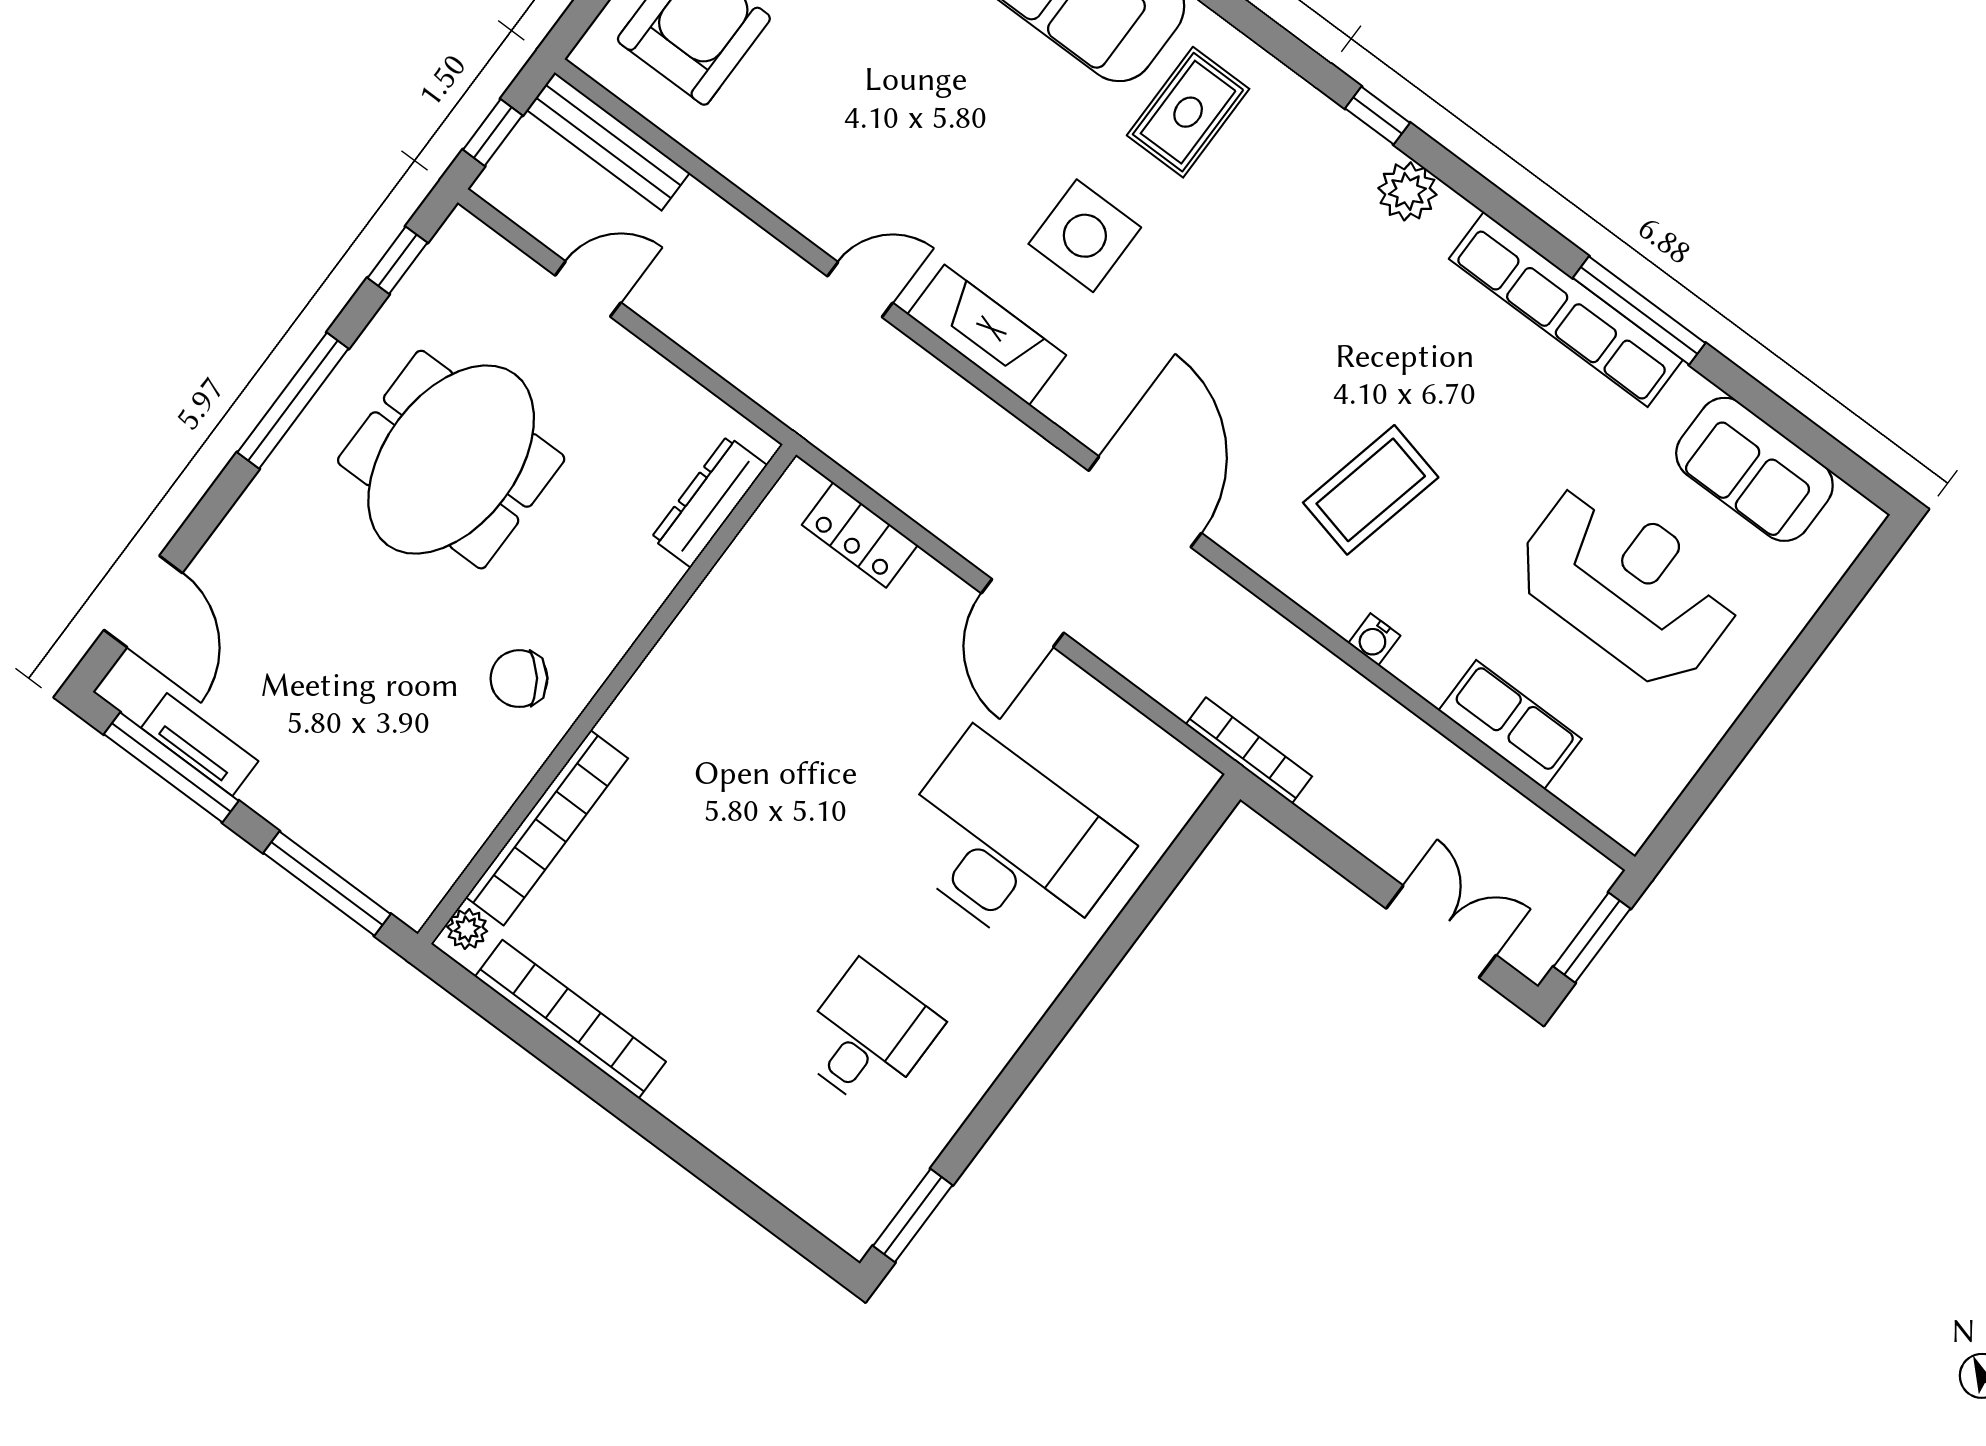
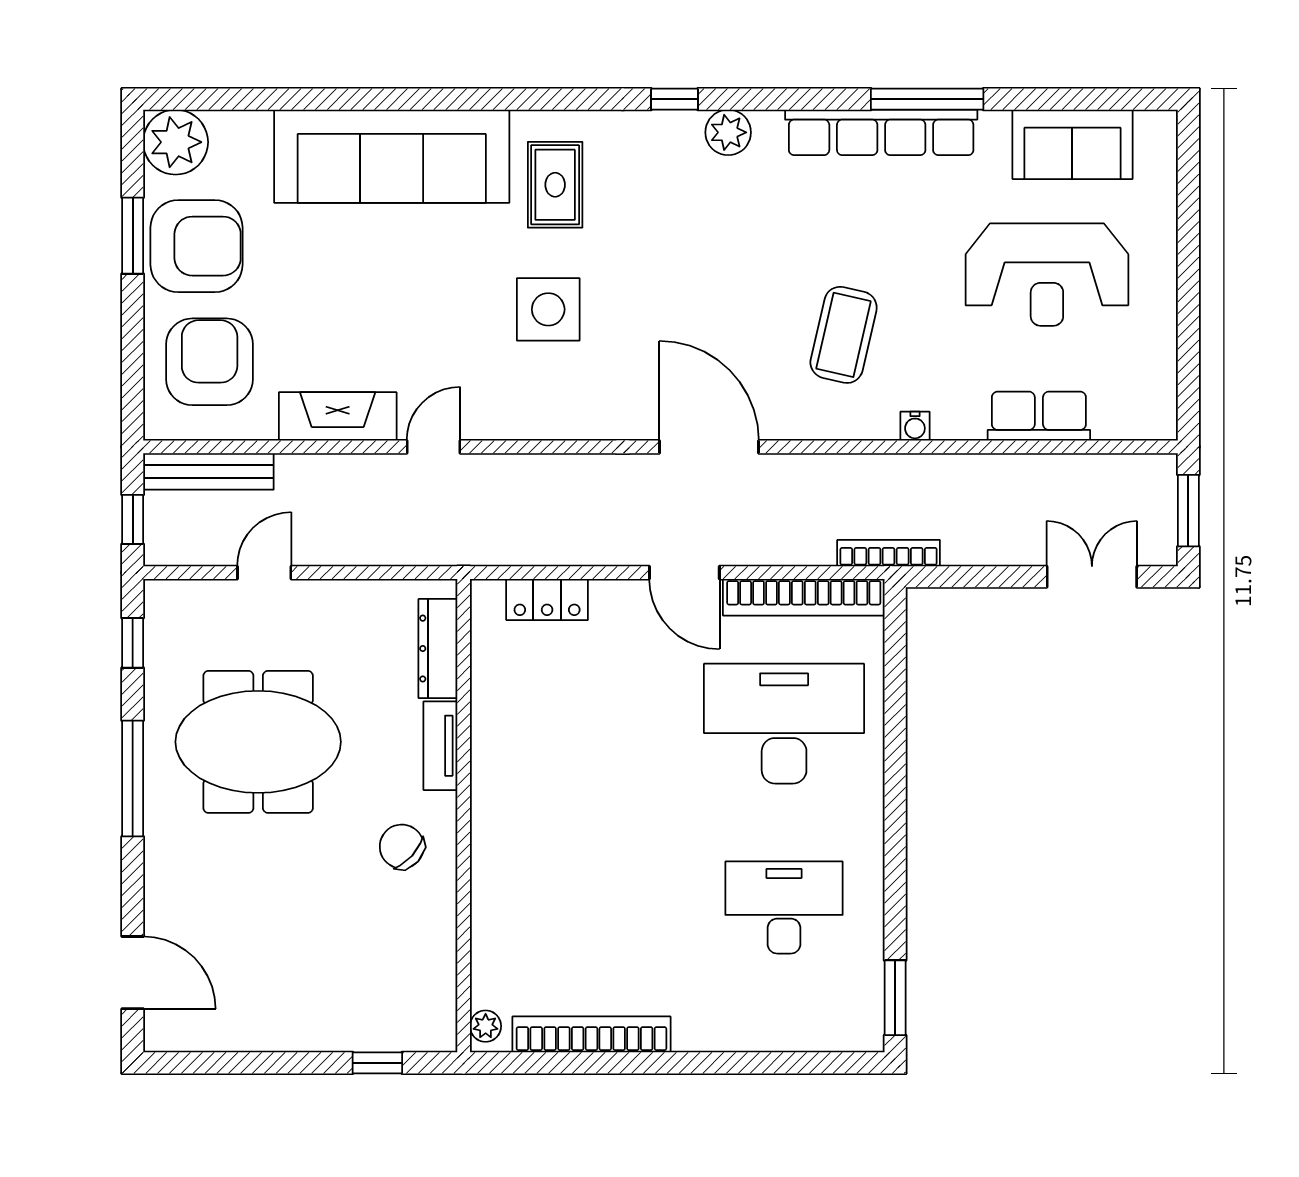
fireplace: (987, 335) -> (338, 416), moved
meeting table: (451, 460) -> (258, 742), turned 90
reception desk: (1628, 584) -> (1047, 275), turned 180
chair: (519, 679) -> (402, 847), turned 80
tv unit: (200, 745) -> (440, 746), moved, turned -90
window: (171, 767) -> (227, 1063), removed
bookcase: (547, 828) -> (804, 597), moved, turned 90
window: (327, 883) -> (377, 1063), width x0.46
desk: (867, 1036) -> (784, 908), width x1.37

